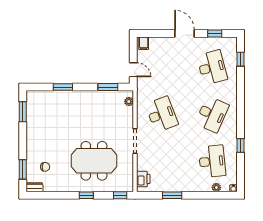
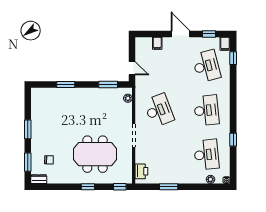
filing cabinet: (144, 43) -> (157, 43), moved
filing cabinet: (232, 44) -> (225, 44), added
window: (23, 112) -> (28, 129), moved
desk: (212, 114) -> (206, 110), turned -30

